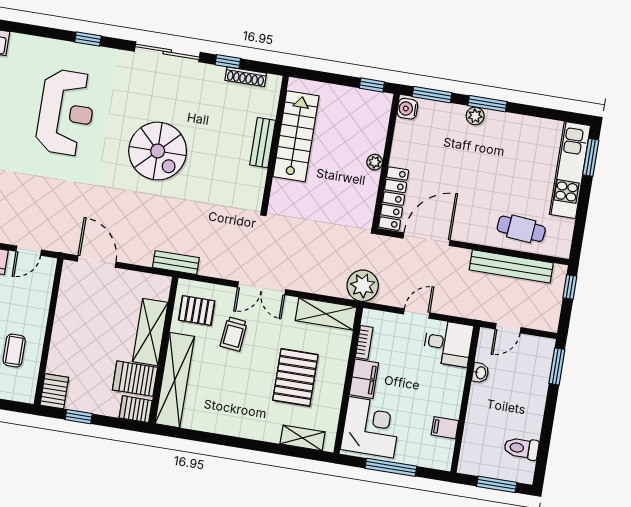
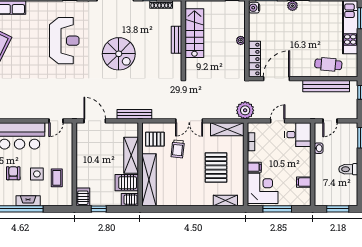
bench: (176, 263) -> (134, 114), width x1.36
filing cabinet: (364, 379) -> (254, 167), width x0.50
toilet: (521, 448) -> (348, 169), moved

